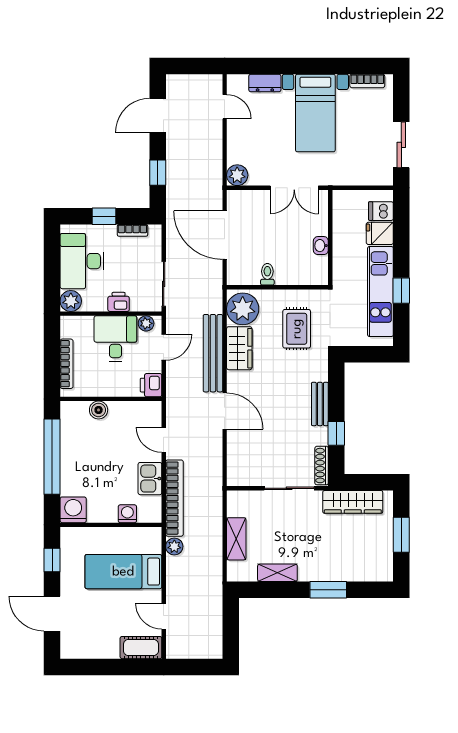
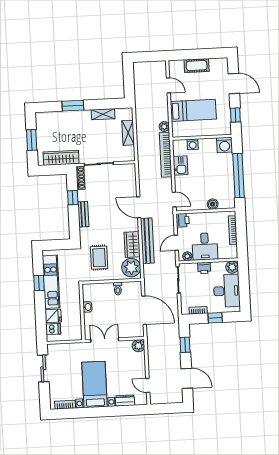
door: (158, 115) -> (187, 378), hinge flipped
door: (164, 440) -> (174, 199), moved
cot: (141, 648) -> (197, 66), moved

